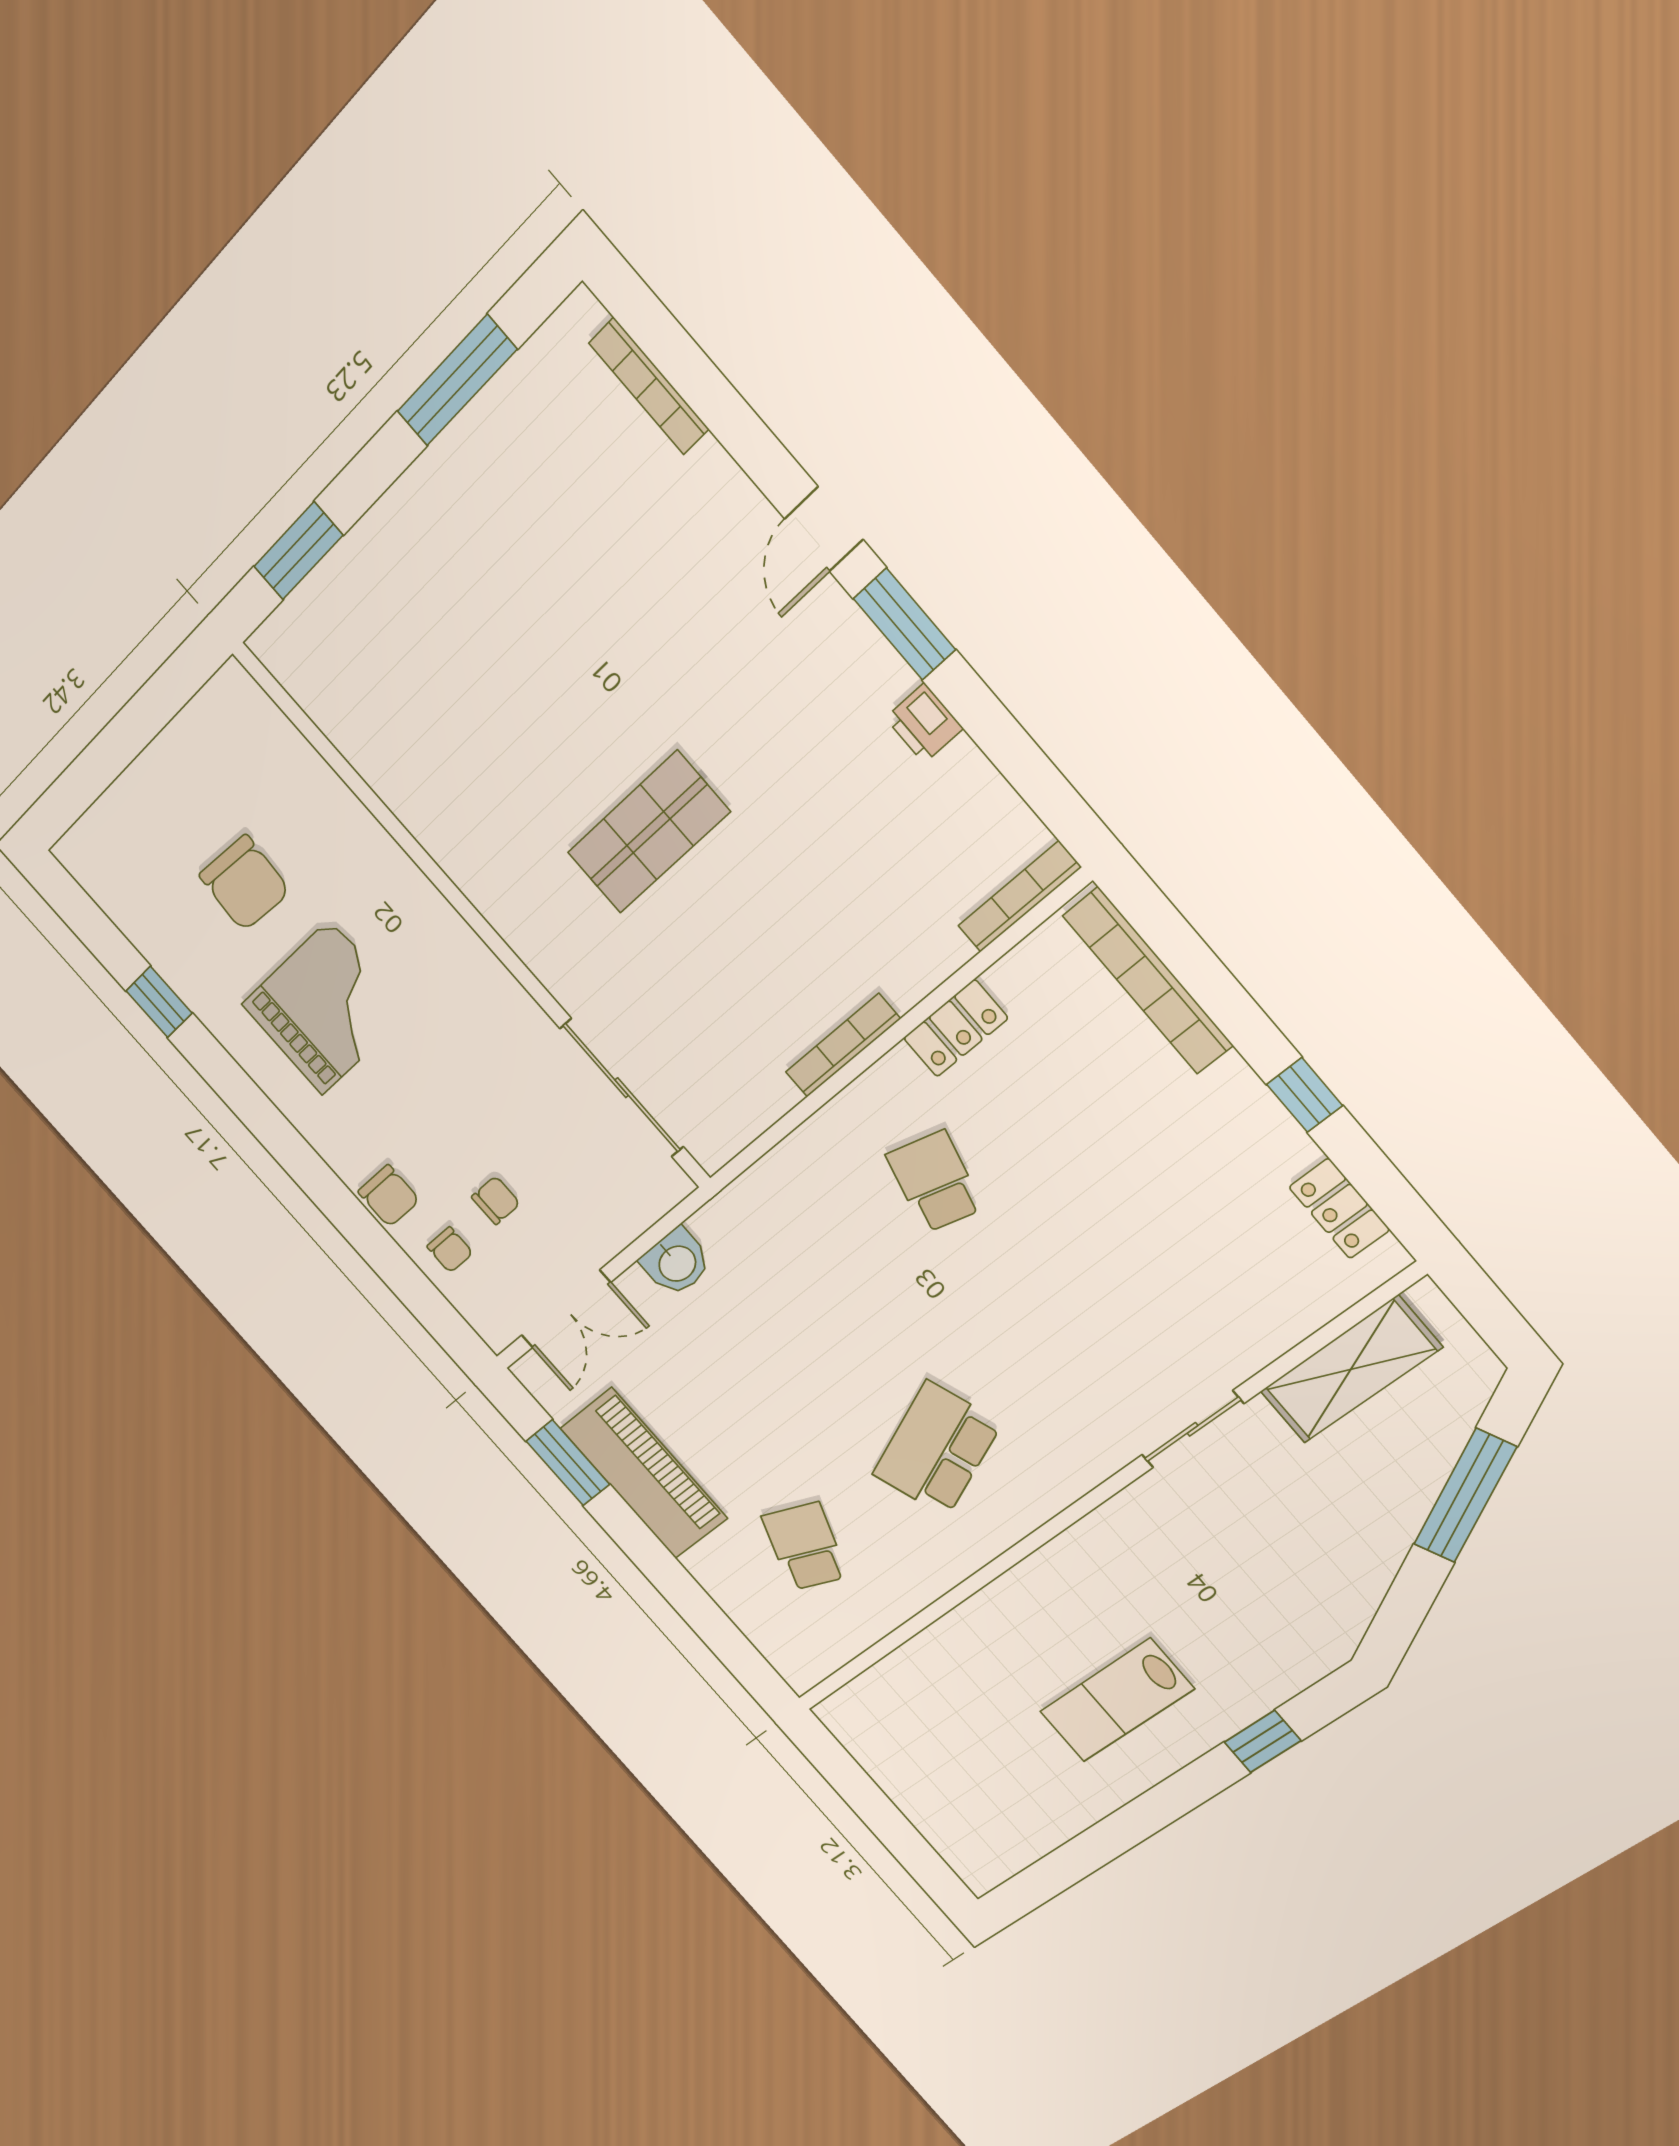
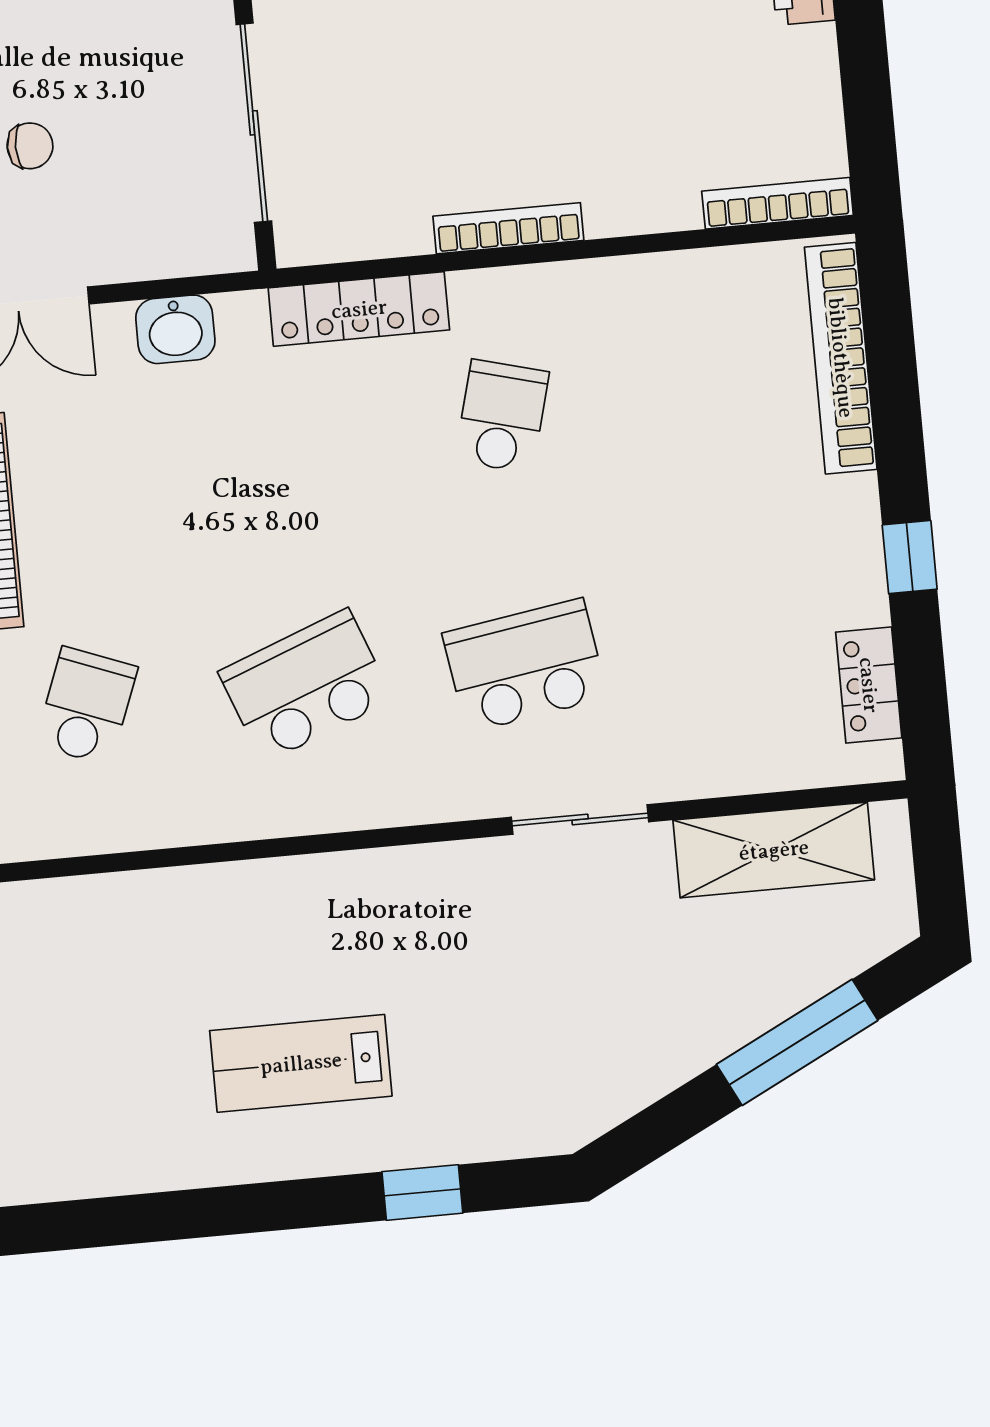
locker: (956, 1028) -> (359, 309), moved, width x1.53
school desk: (1076, 1345) -> (525, 665), added

